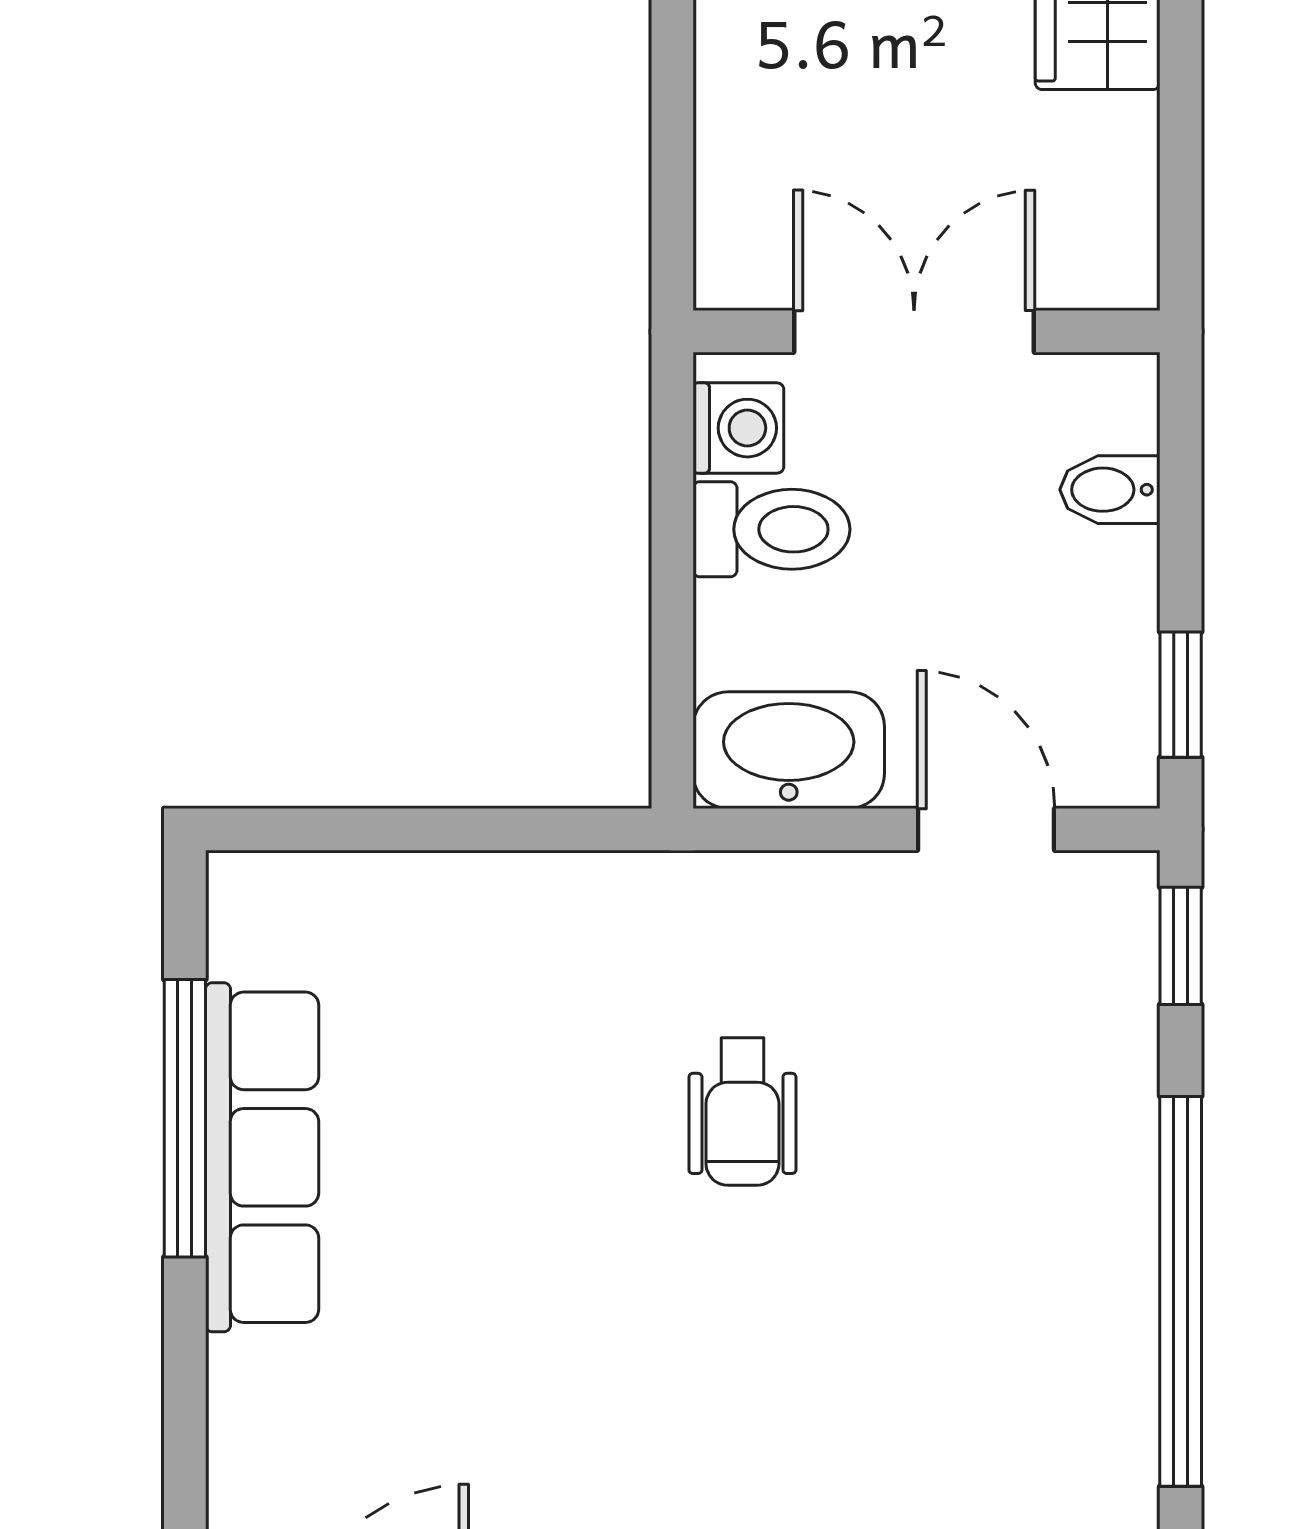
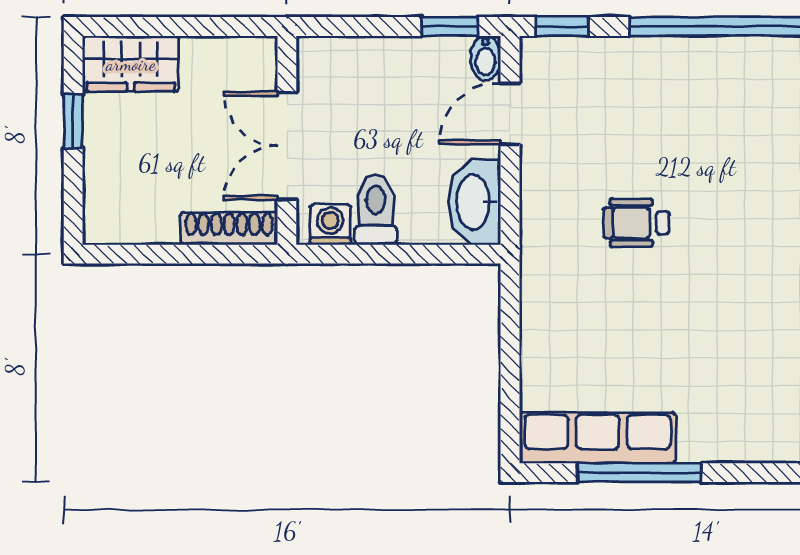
shoe rack: (730, 202) -> (229, 228), added
bidet: (1110, 490) -> (486, 58), moved
wheelchair: (742, 1112) -> (636, 223), turned 180
row of seats: (262, 1157) -> (598, 438), moved

